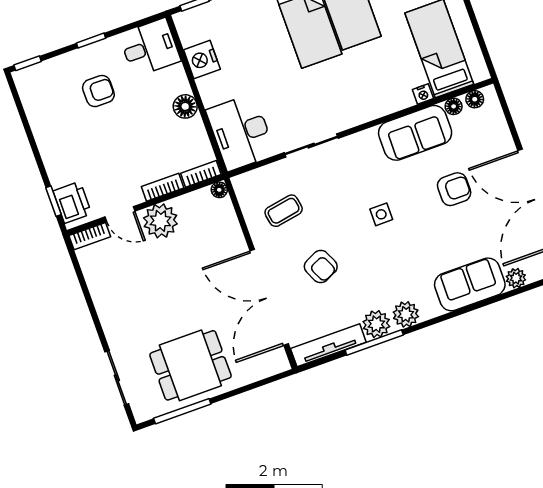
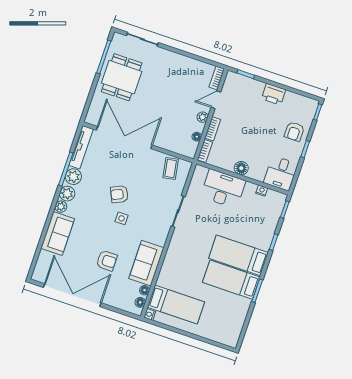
nightstand: (202, 60) -> (262, 191), width x0.53, depth x0.56
armchair: (98, 91) -> (294, 131), moved
nightstand: (423, 94) -> (150, 314), moved
desk: (241, 132) -> (223, 189), moved
armchair: (454, 189) -> (107, 261), turned -90
floor lamp: (219, 190) -> (197, 137), moved
printer: (72, 202) -> (274, 94), moved
coffee table: (284, 211) -> (171, 168), moved
plant: (160, 221) -> (203, 117), width x0.53, depth x0.53
armchair: (321, 267) -> (119, 194), moved
plant: (516, 278) -> (61, 207), moved

